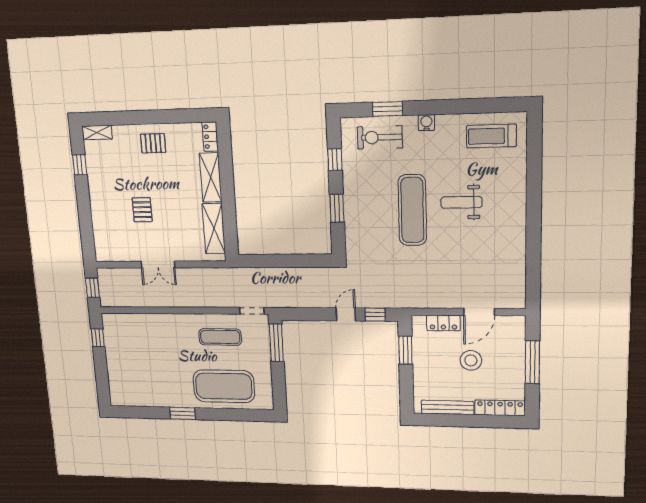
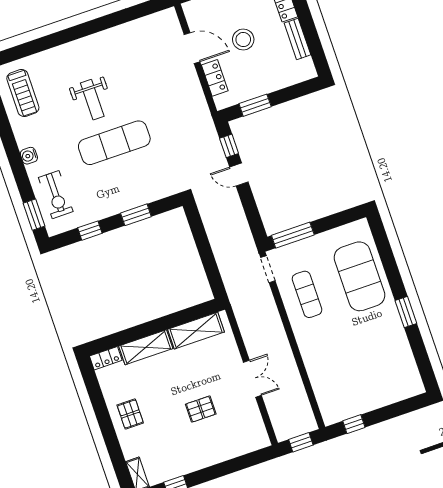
window: (388, 109) -> (34, 215), moved
bench: (448, 407) -> (297, 39), width x0.73

